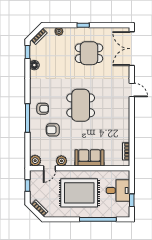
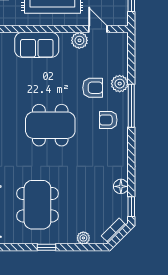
dining table: (89, 53) -> (37, 205), width x1.38
dining table: (81, 105) -> (50, 125), turned 90
plant: (35, 161) -> (120, 84), moved
door: (49, 168) -> (98, 29), hinge flipped

